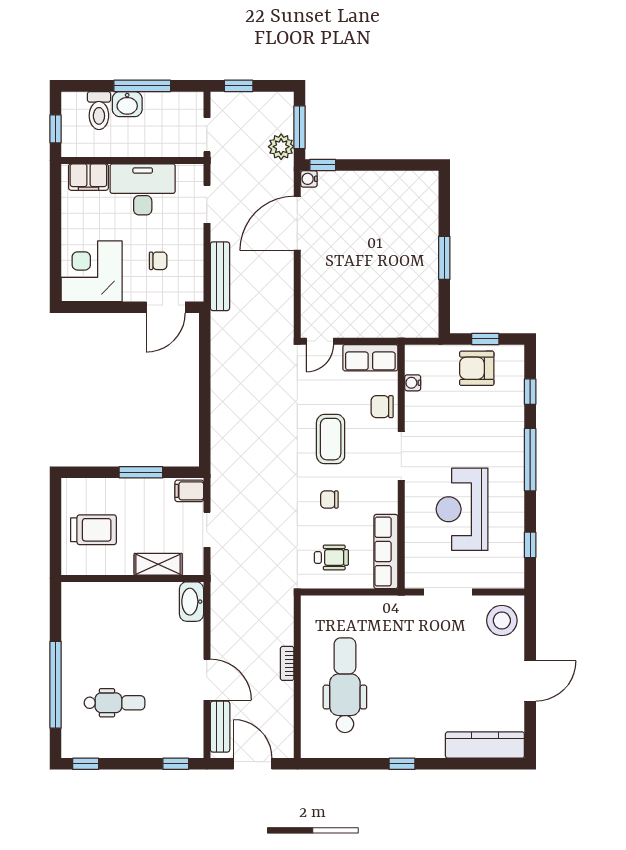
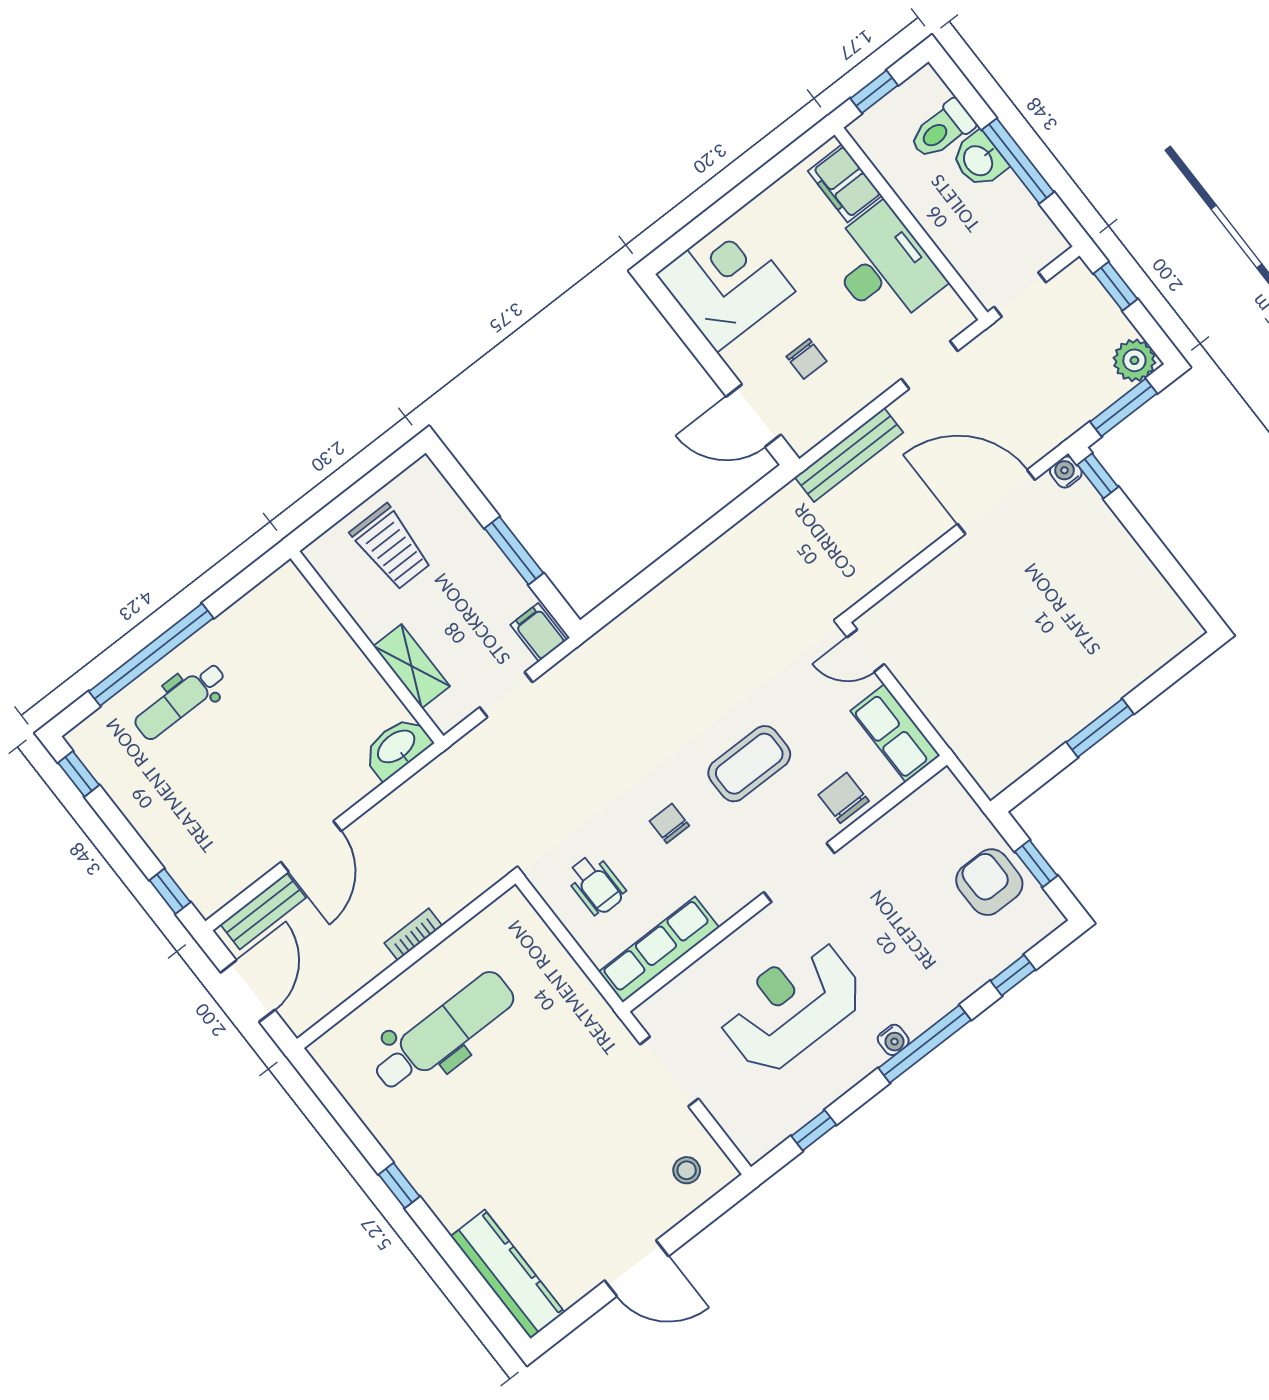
plant: (281, 147) -> (1134, 360), moved
water cooler: (413, 383) -> (893, 1040), moved, turned 180
stool: (502, 621) -> (687, 1170), width x0.53, depth x0.53
dental chair: (115, 703) -> (180, 701), moved, turned 90

